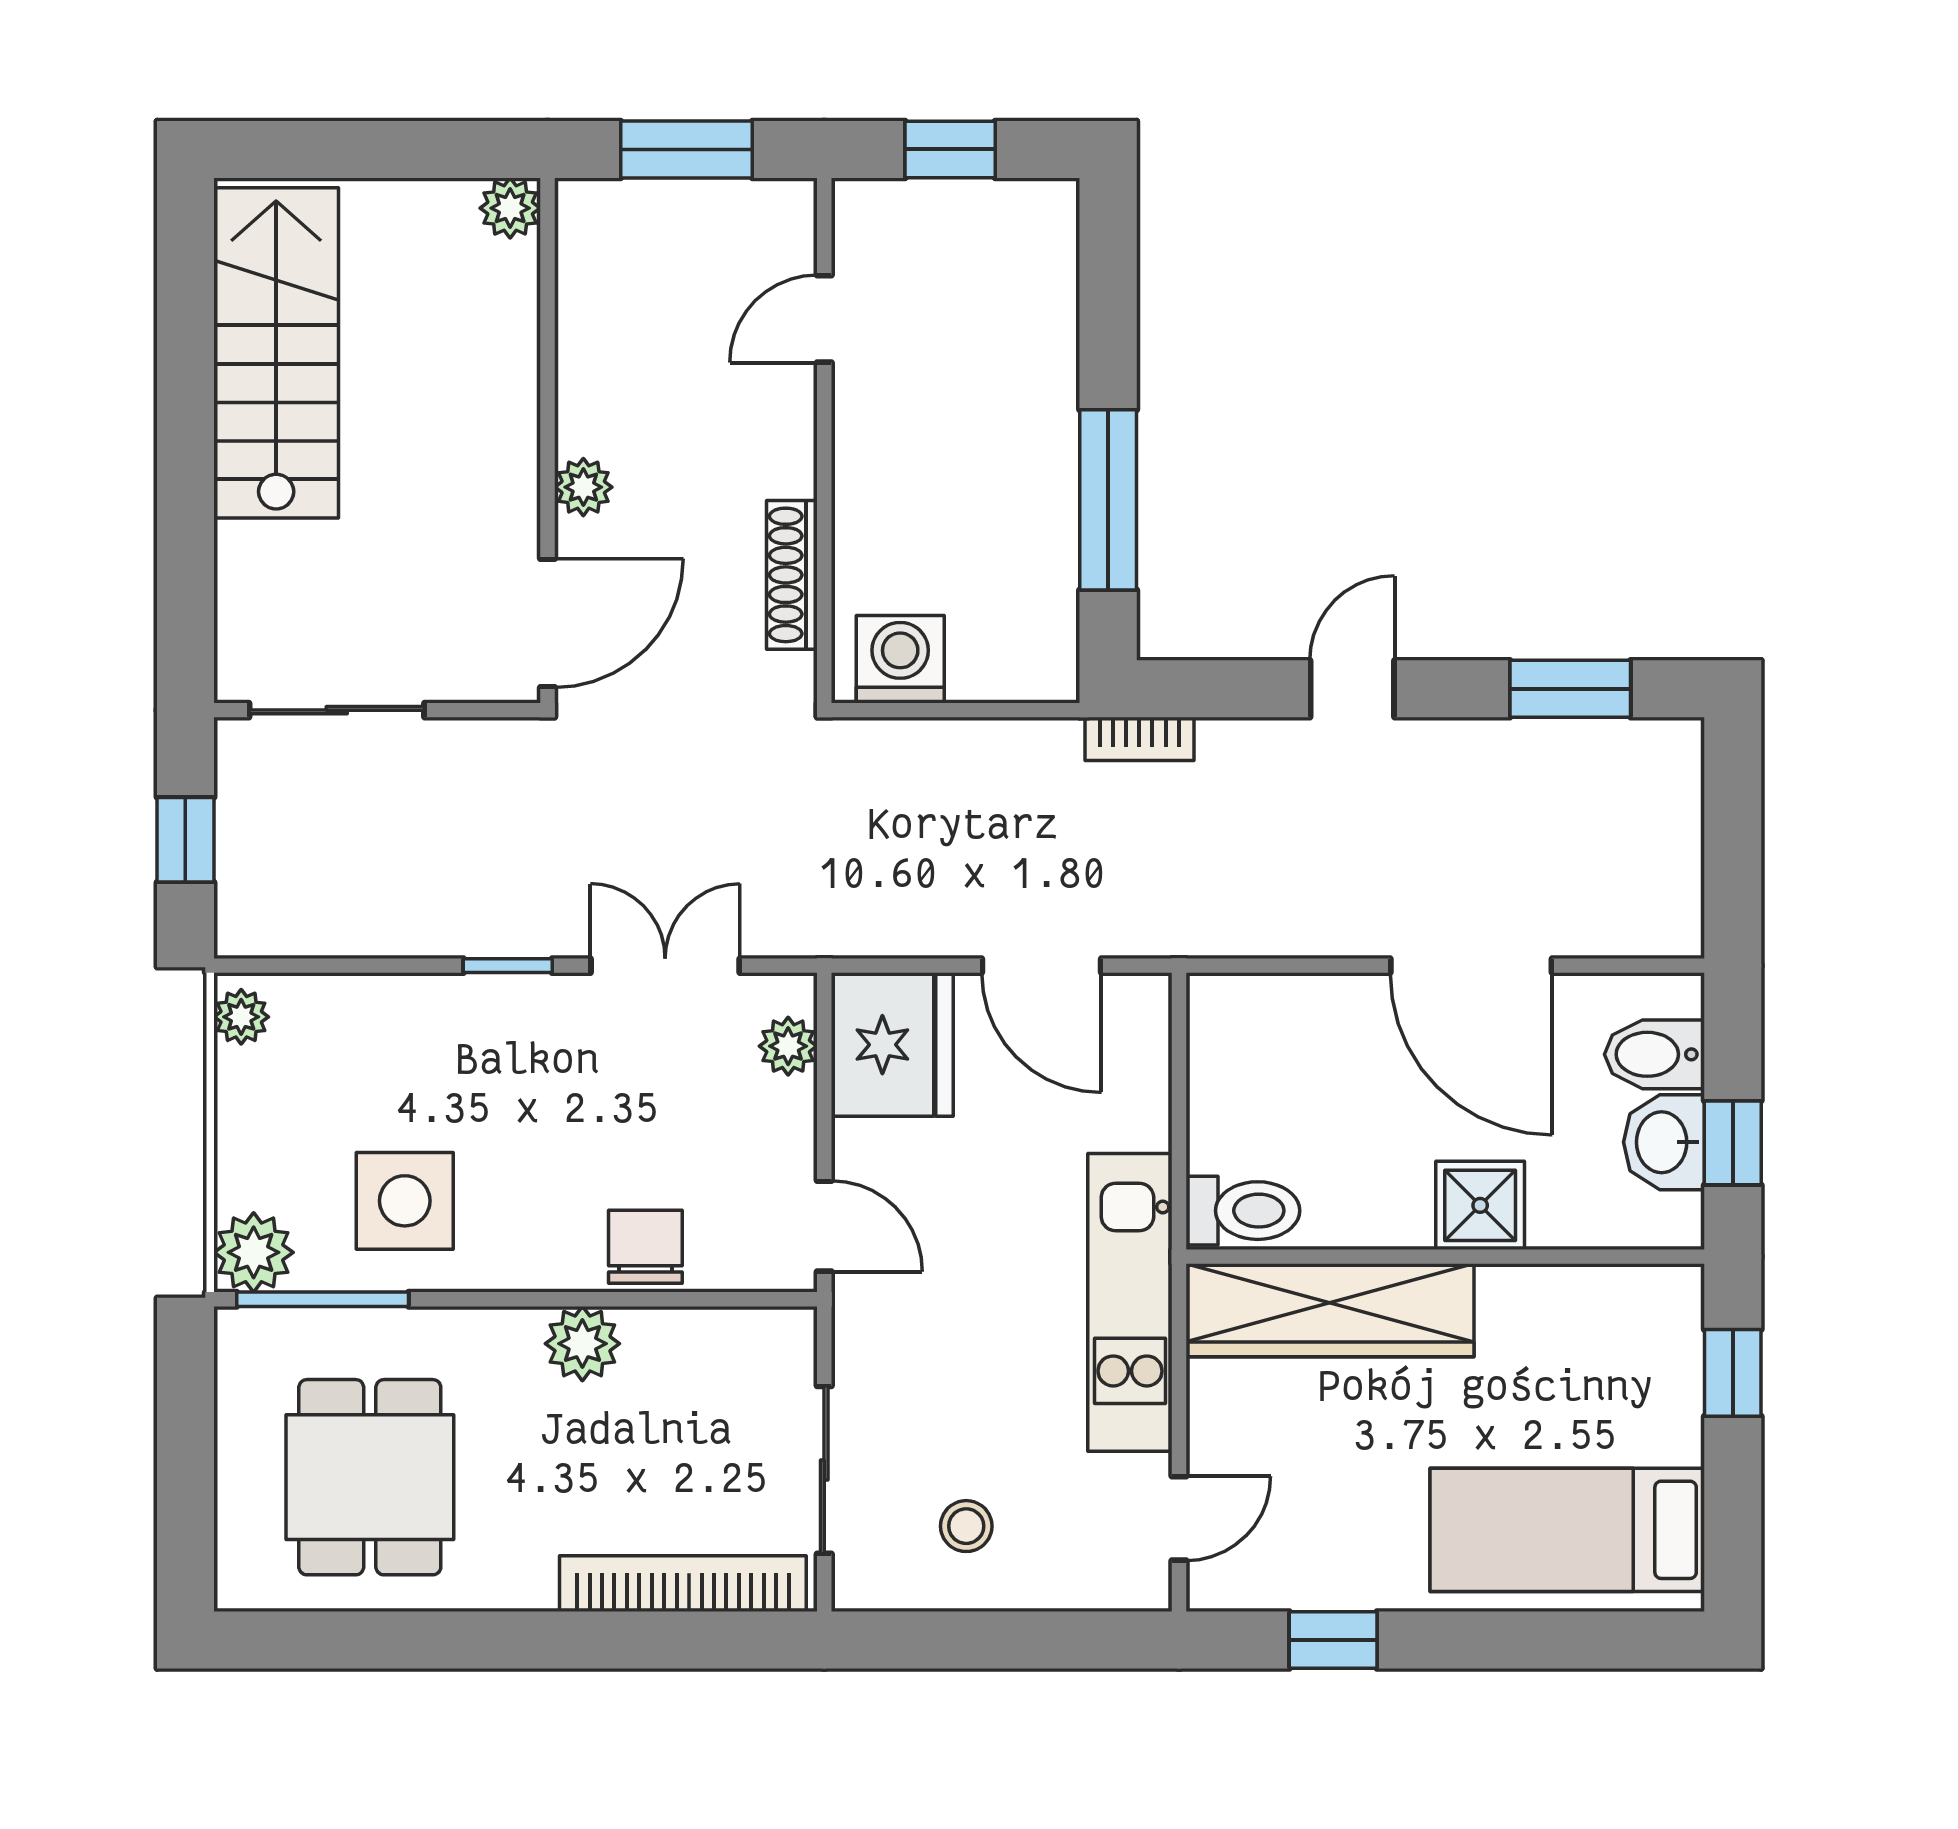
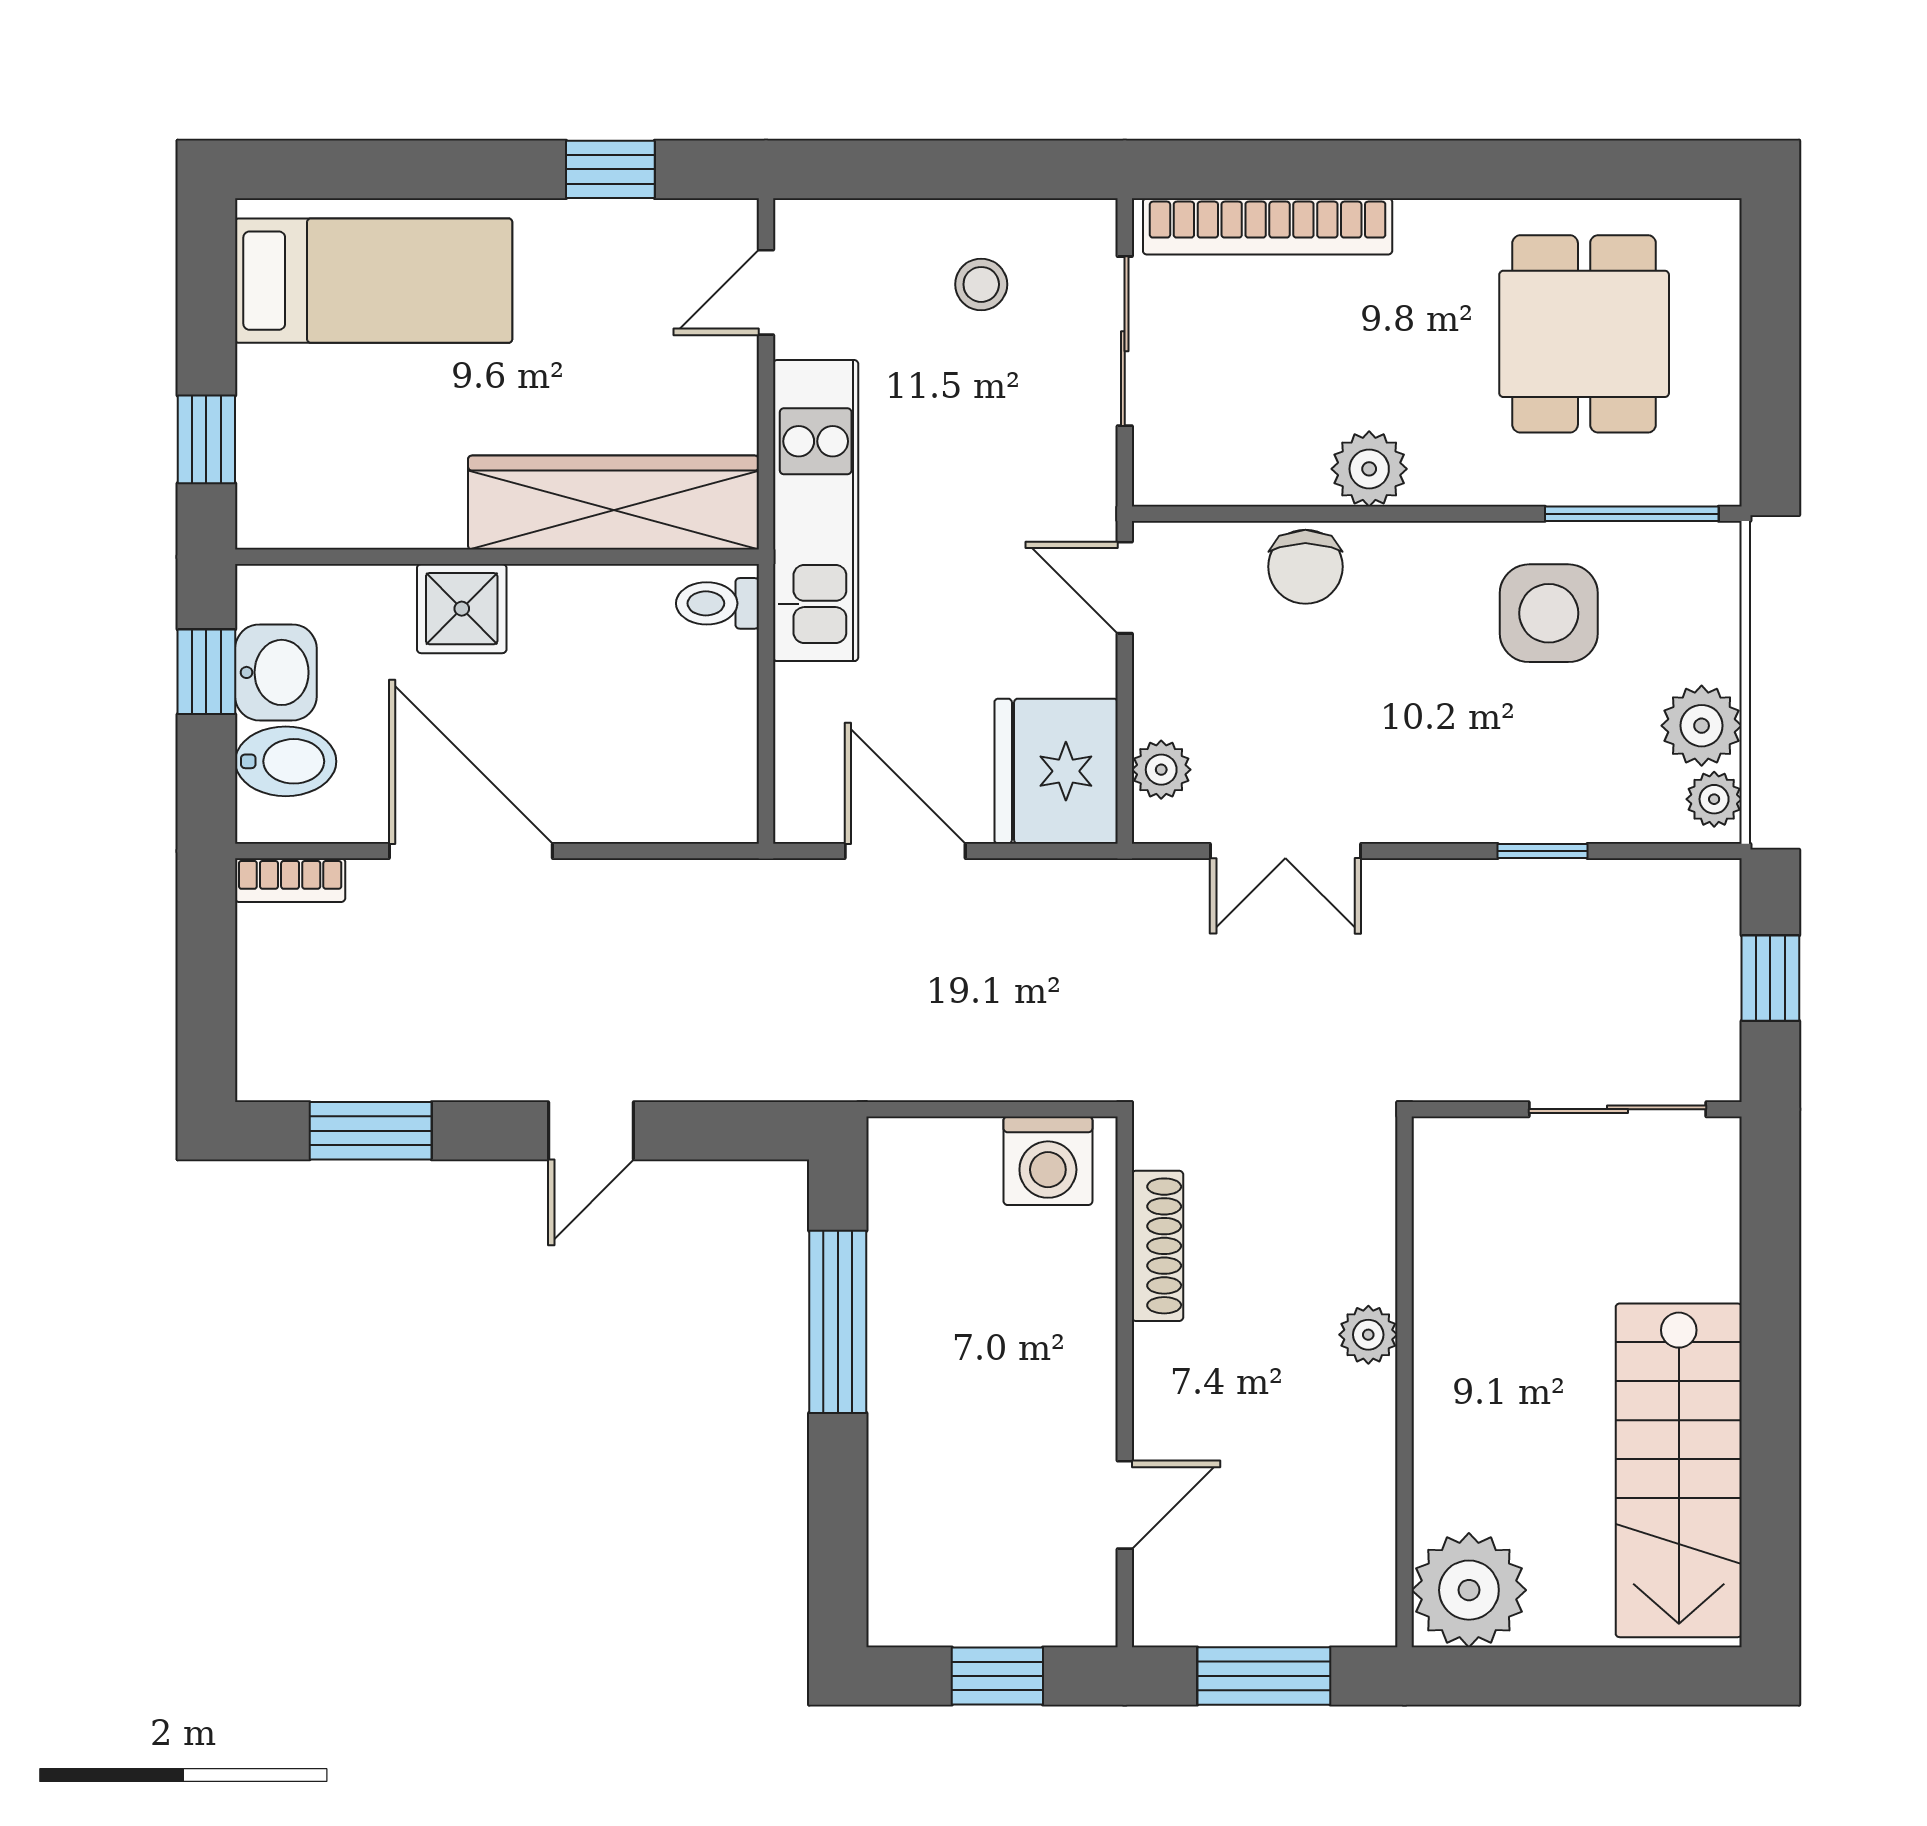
plant: (510, 208) -> (1469, 1590), width x1.88, depth x1.88
door: (547, 623) -> (1405, 1197), removed
bookcase: (1139, 739) -> (290, 880), moved, turned 180
window: (508, 966) -> (1542, 851), moved
toilet: (1243, 1211) -> (717, 603), width x0.73, depth x0.72
plant: (254, 1252) -> (1702, 726), moved

